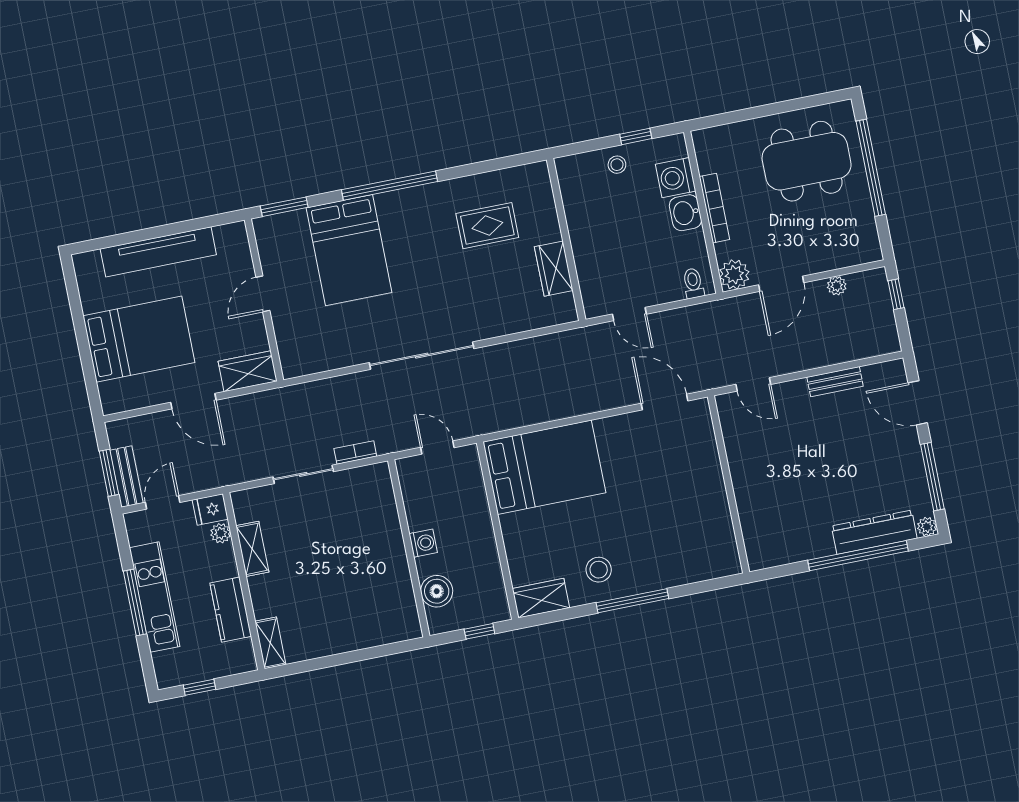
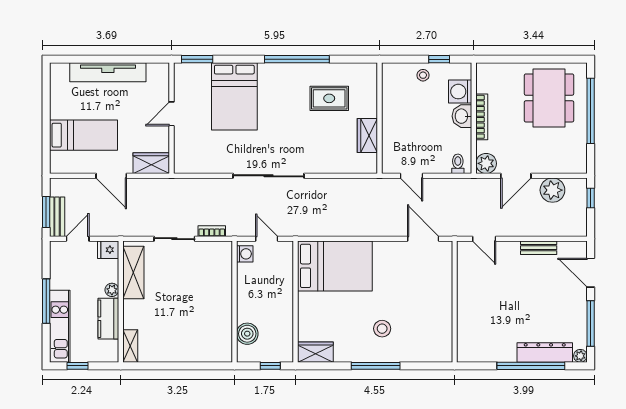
dining table: (807, 161) -> (549, 98), turned 90
window: (390, 186) -> (297, 59), moved
plant: (837, 286) -> (552, 190), width x1.88, depth x1.88
bed: (139, 339) -> (83, 135), width x0.67
plant: (221, 533) -> (112, 290), moved
washing machine: (423, 543) -> (245, 254), moved
shelving: (252, 549) -> (133, 272), width x1.50, depth x1.33
stool: (599, 570) -> (382, 329), moved
kitchen unit: (154, 597) -> (60, 326), moved

